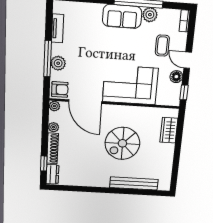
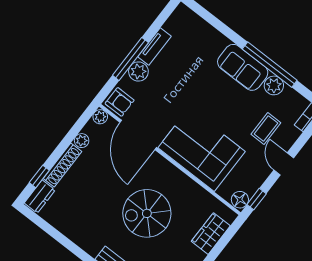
tv unit: (58, 28) -> (155, 47), moved
floor lamp: (176, 77) -> (240, 200), moved

